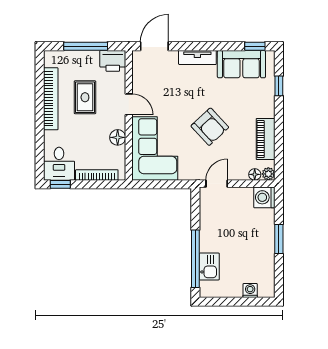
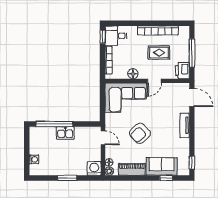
sofa: (241, 64) -> (162, 166), moved, turned 90
kitchen sink: (209, 266) -> (65, 133), moved

